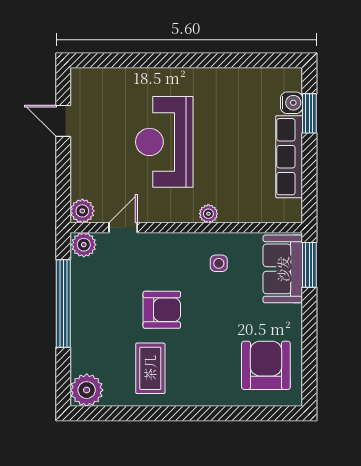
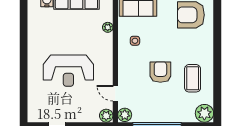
plant: (208, 214) -> (108, 27), moved
coffee table: (150, 368) -> (193, 78), turned 90

